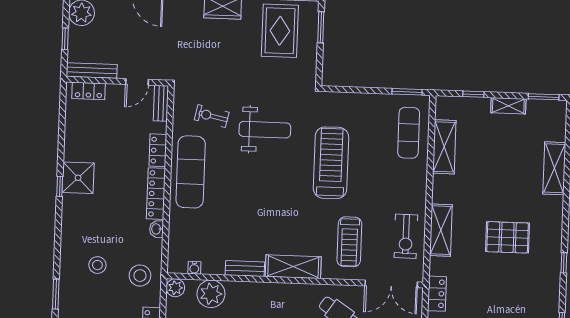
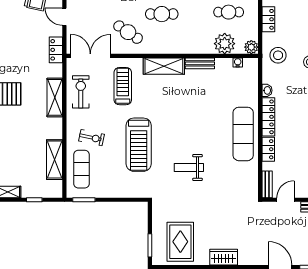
exercise bike: (212, 116) -> (91, 138), moved
weight bench: (265, 130) -> (189, 168), width x0.73, depth x0.75

